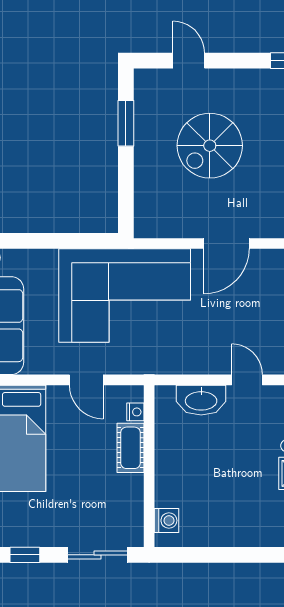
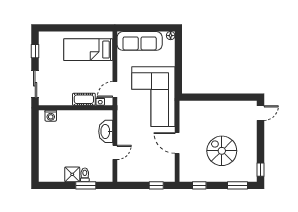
door: (189, 61) -> (261, 113), moved
window: (126, 123) -> (232, 97), removed
spiral stairs: (210, 146) -> (222, 151), moved
door: (86, 380) -> (115, 89), moved

